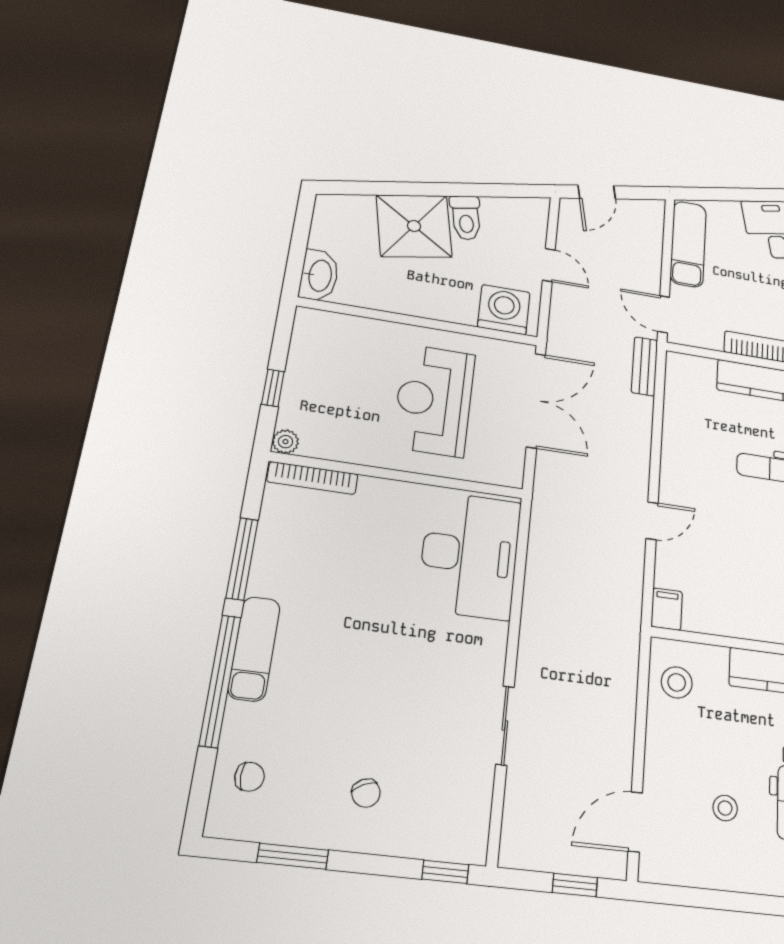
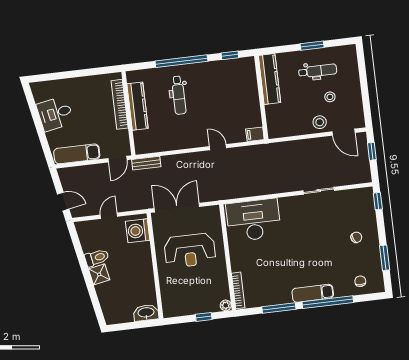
shower: (414, 226) -> (99, 274), width x0.54, depth x0.54
stool: (677, 682) -> (320, 122), moved

